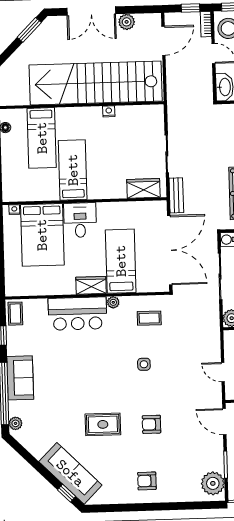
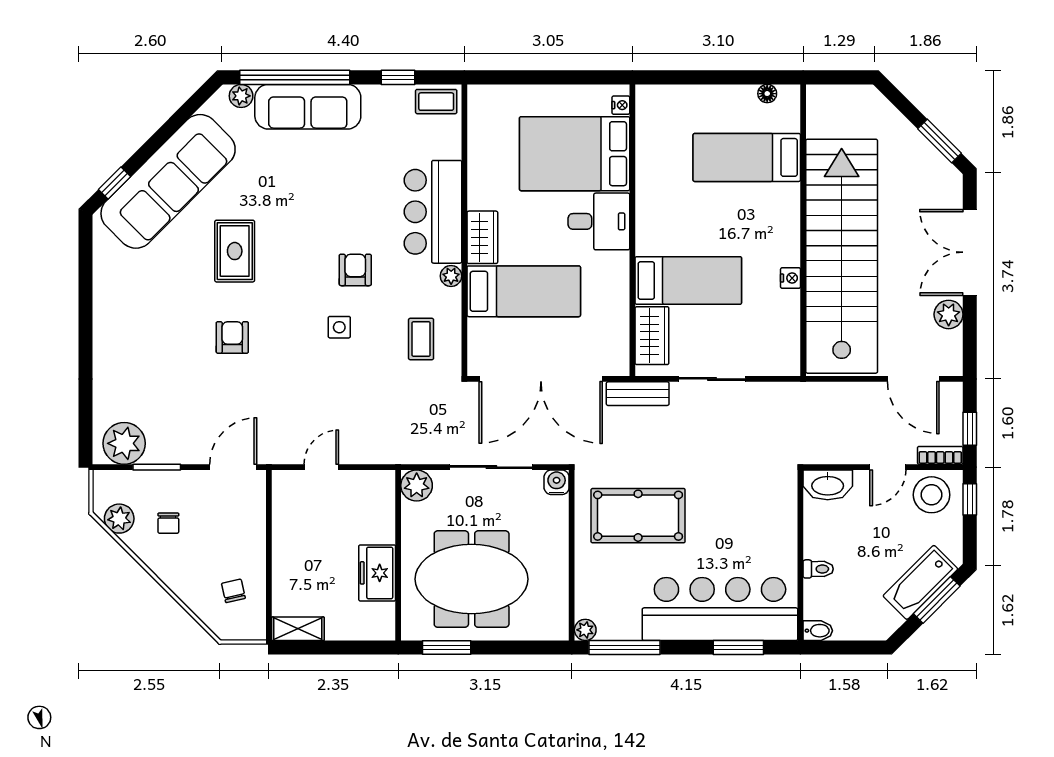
bed: (73, 170) -> (688, 280), moved
sofa: (20, 378) -> (308, 107), width x1.36
sofa: (70, 473) -> (168, 181), width x1.36, depth x1.27
armchair: (147, 481) -> (355, 270), moved

